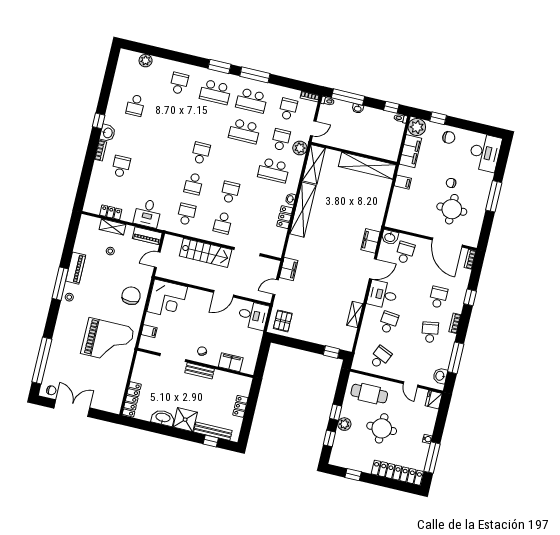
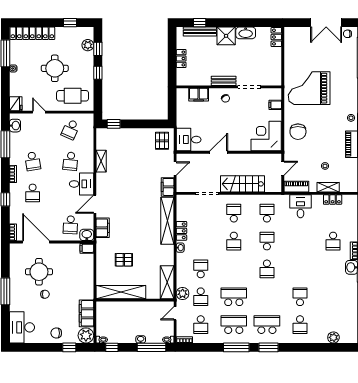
school desk: (135, 105) -> (300, 297), moved
school desk: (273, 170) -> (201, 269), width x0.54
filing cabinet: (403, 182) -> (87, 248), moved
pallet: (356, 200) -> (124, 260), added
shelving: (303, 210) -> (167, 221), moved
school desk: (186, 214) -> (267, 213), turned 180
locker: (132, 399) -> (276, 37), width x0.66
plant: (344, 424) -> (88, 45), moved

